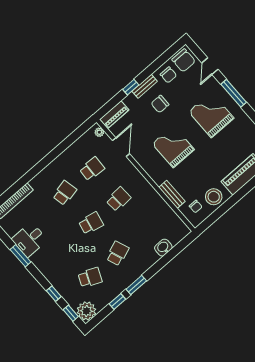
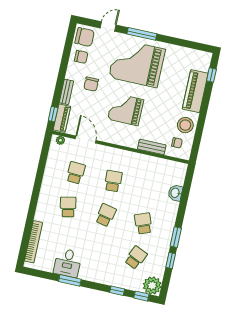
door: (210, 66) -> (108, 26), swing flipped
bench: (145, 86) -> (66, 92), moved
window: (131, 87) -> (53, 114), moved
grand piano: (211, 115) -> (137, 63), width x1.37, depth x1.48

